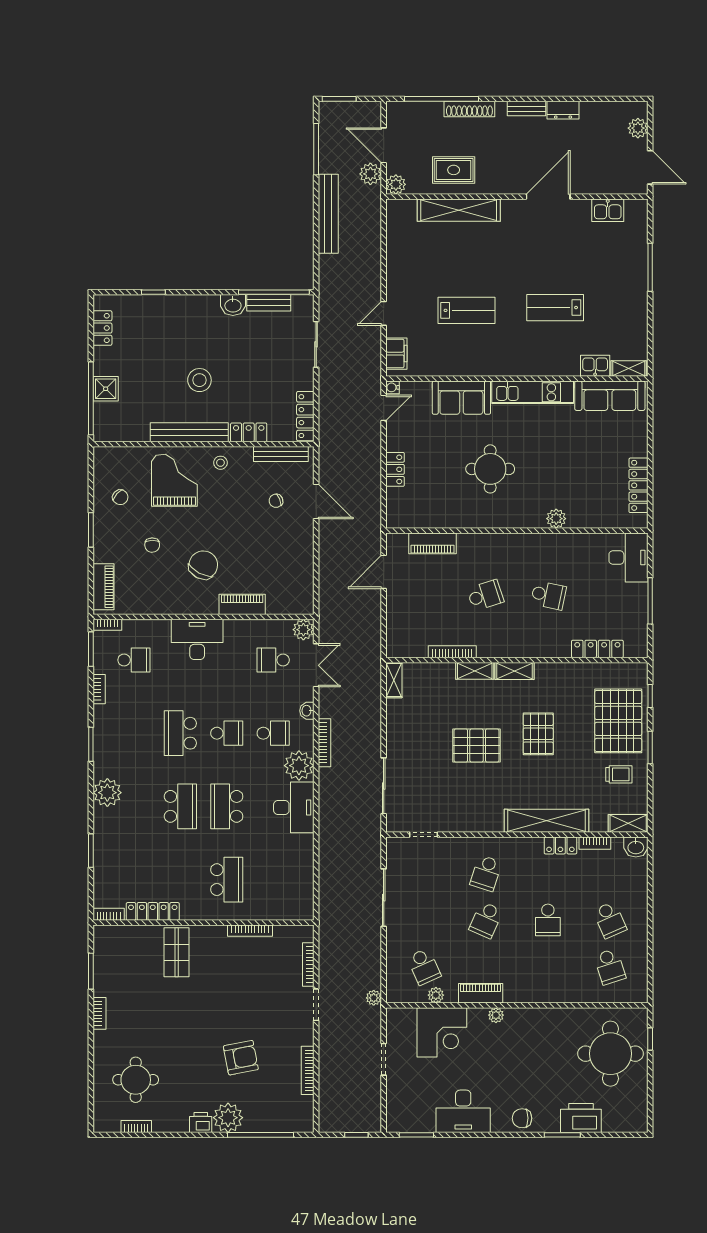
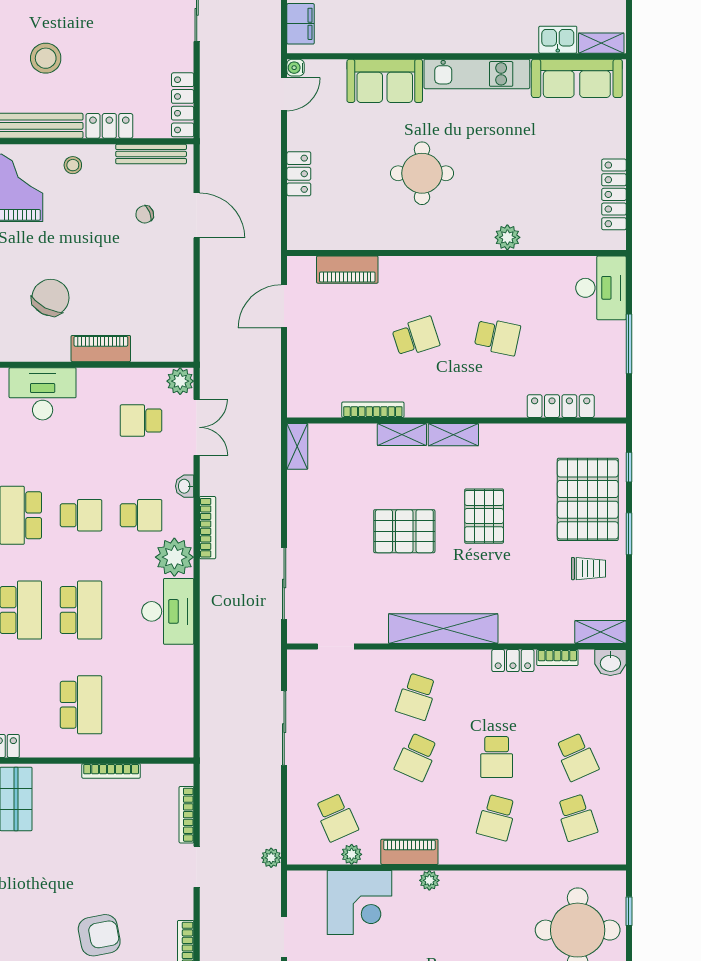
school desk: (227, 806) -> (81, 610), turned 180
shelving: (547, 821) -> (443, 629), moved
school desk: (548, 967) -> (497, 817), added

